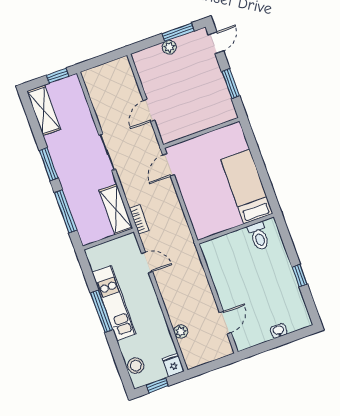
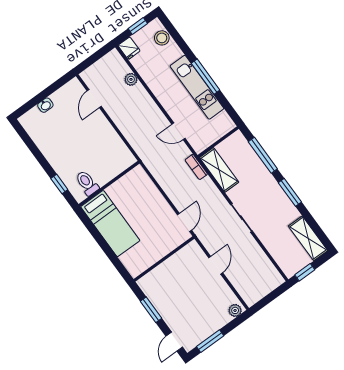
plant: (169, 47) -> (235, 310), moved
window: (300, 276) -> (59, 184), moved

